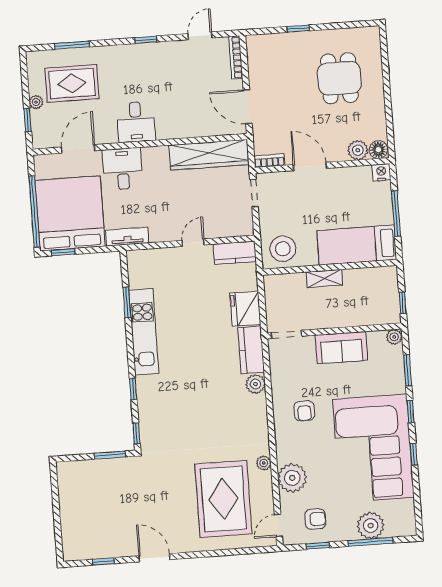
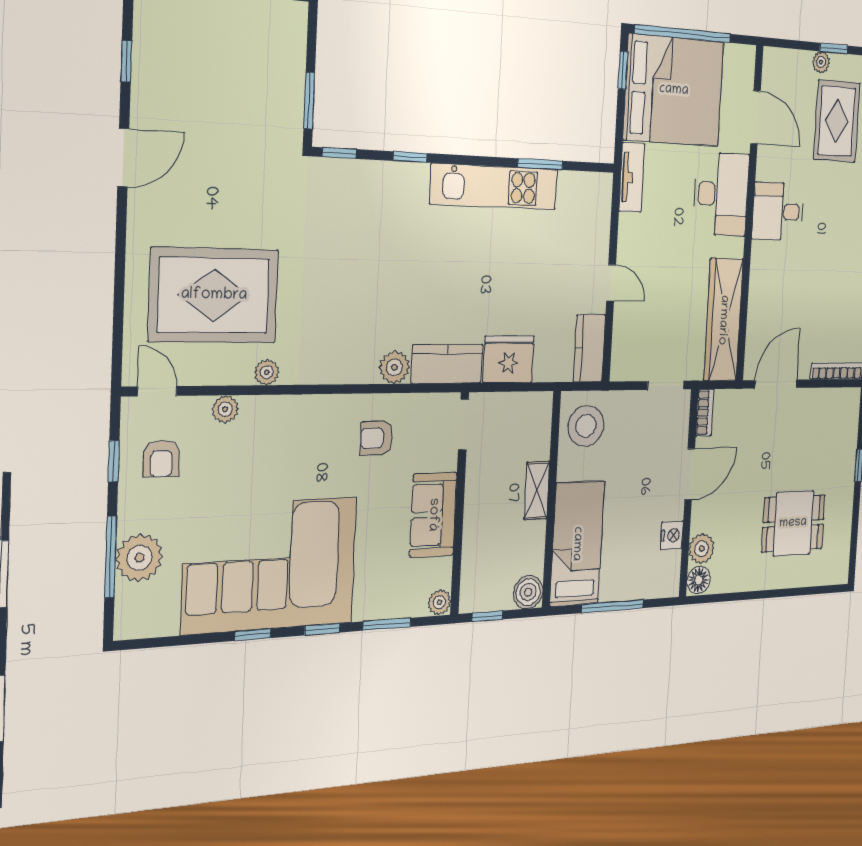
window: (28, 120) -> (834, 48), moved
desk: (123, 169) -> (721, 194), width x1.37
nightstand: (381, 172) -> (672, 535), moved
boiler: (387, 276) -> (528, 592), added
armchair: (304, 411) -> (376, 438), moved
plant: (292, 478) -> (225, 409), width x0.53, depth x0.53

